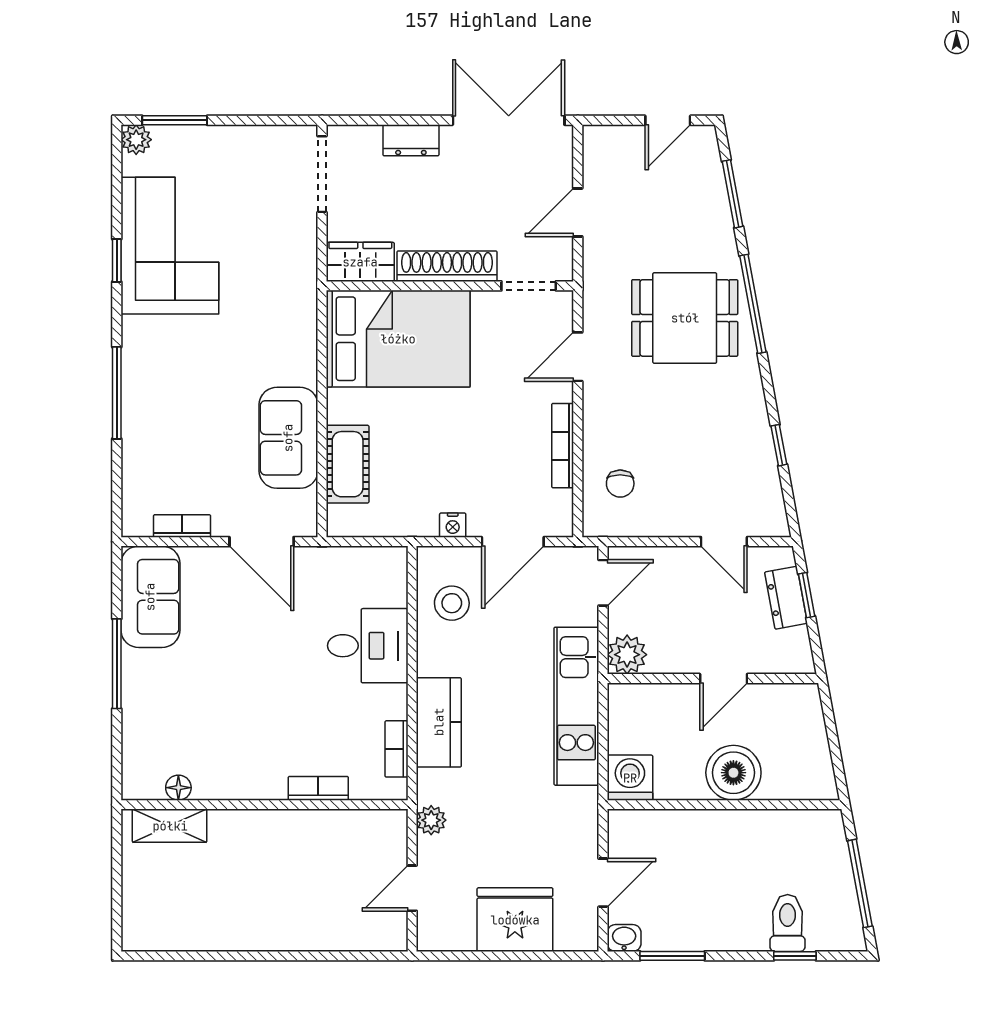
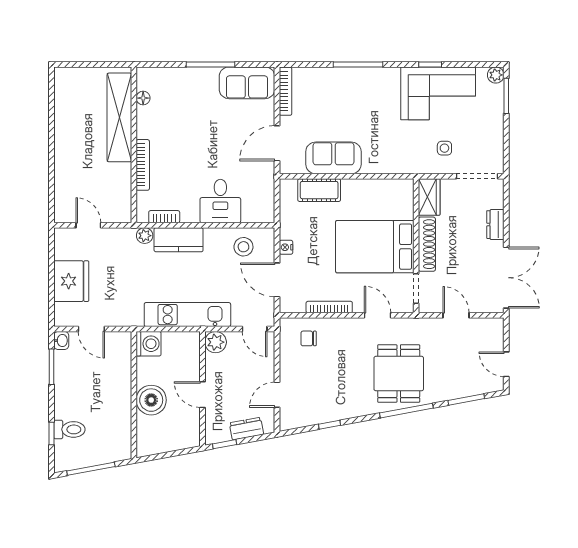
side table: (271, 234) -> (444, 148), added
bed: (398, 339) -> (375, 247), moved, turned 90
bookcase: (182, 526) -> (286, 91), width x1.56
window: (807, 595) -> (225, 444), moved
bookcase: (318, 788) -> (143, 165), width x1.56
plant: (431, 820) -> (145, 236), moved
shelving: (170, 826) -> (119, 117), width x2.20, depth x1.33

